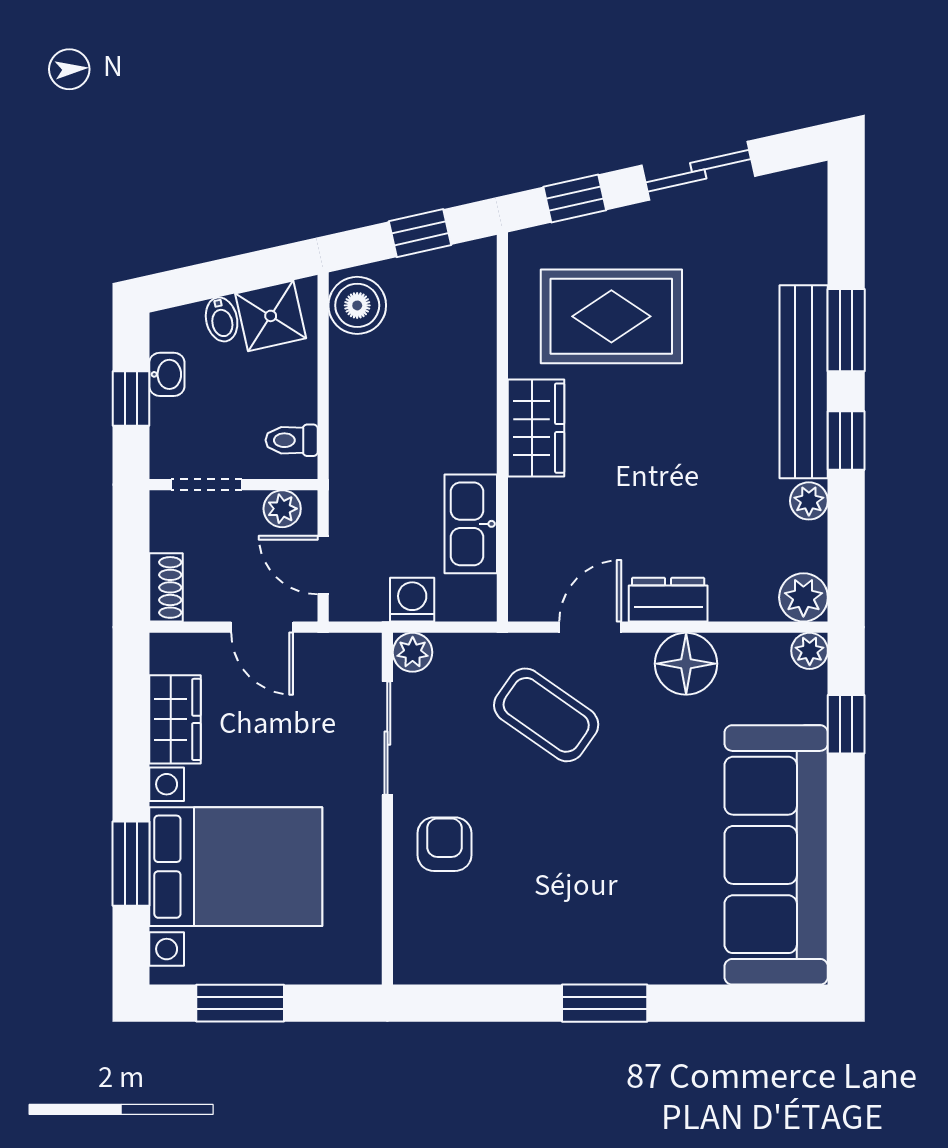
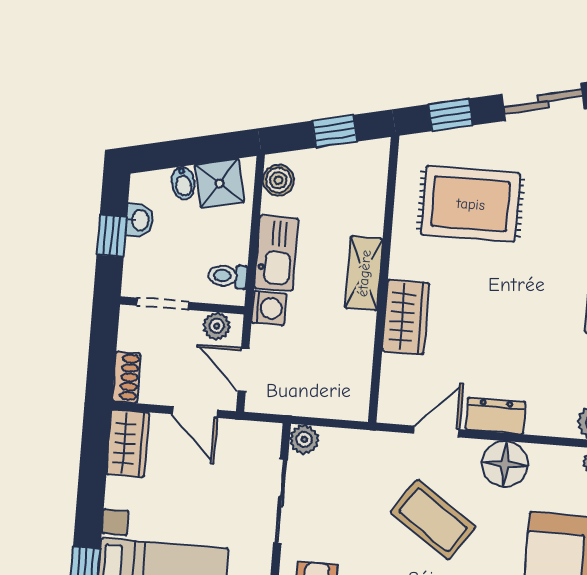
boiler: (357, 305) -> (278, 180), width x0.73, depth x0.73
shelving: (475, 422) -> (364, 273), added
wardrobe: (536, 428) -> (406, 317), moved
kitchen sink: (471, 524) -> (276, 253), moved, turned 180
washing machine: (412, 600) -> (269, 308), moved, turned 90
coffee table: (546, 715) -> (433, 520), moved
wardrobe: (175, 719) -> (128, 443), moved

